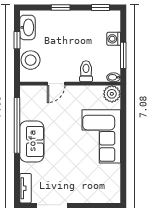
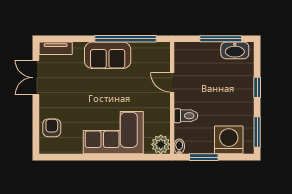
window: (101, 7) -> (257, 132), width x1.50
washing machine: (114, 39) -> (229, 140), width x1.89, depth x1.89
window: (17, 40) -> (221, 39), width x2.17
stool: (31, 60) -> (198, 54), removed
armchair: (97, 192) -> (52, 128), added

